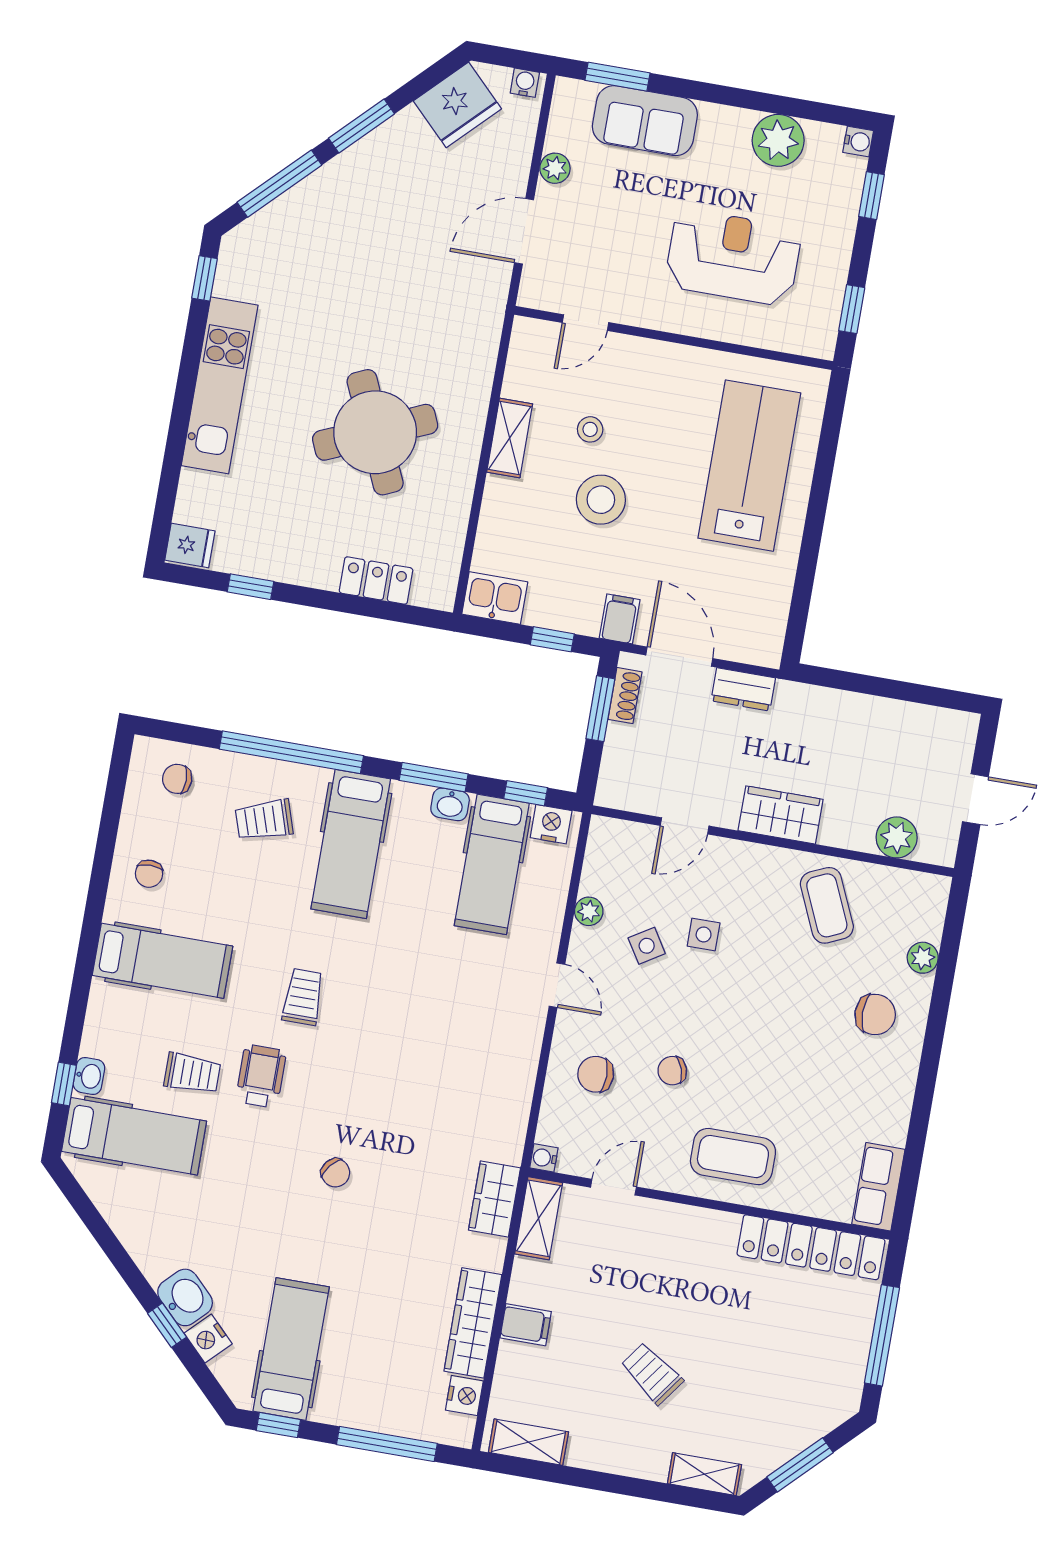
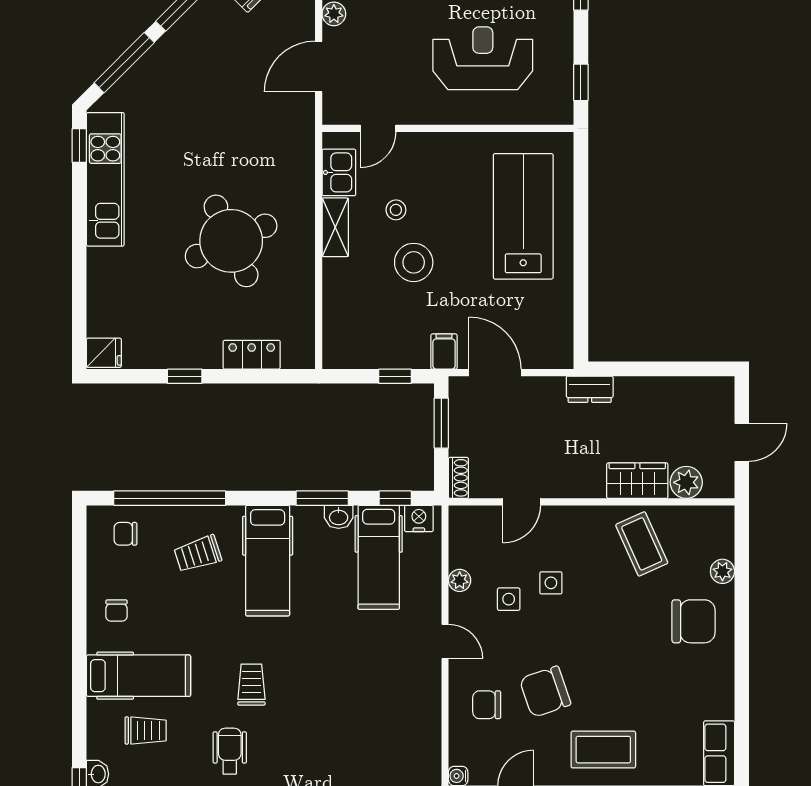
kitchen unit: (220, 385) -> (105, 179), moved
window: (250, 587) -> (185, 376), moved
kitchen sink: (495, 598) -> (339, 172), moved, turned 90
dresser: (743, 689) -> (590, 389), moved
shoe rack: (625, 696) -> (458, 478), moved
window: (291, 752) -> (170, 498), moved
wardrobe: (781, 815) -> (637, 481), moved
side table: (647, 946) -> (509, 599), turned 32
chair: (875, 1014) -> (694, 621), width x1.37, depth x1.37
chair: (672, 1071) -> (545, 692), width x1.87, depth x1.87
trolley: (192, 1073) -> (146, 730), moved

